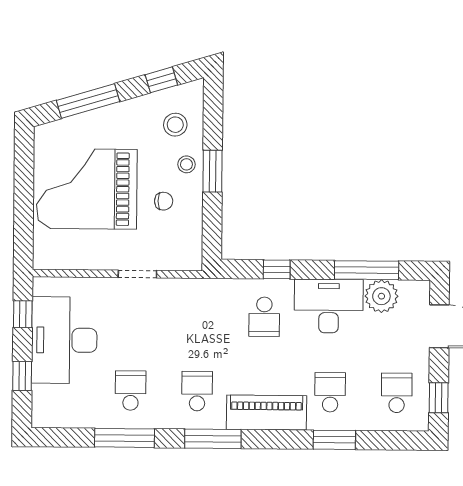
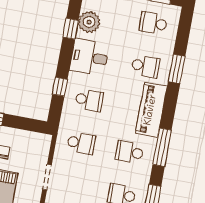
window: (367, 270) -> (71, 29), width x0.46
desk: (329, 306) -> (90, 57), width x0.73
school desk: (198, 316) -> (81, 143), added
school desk: (330, 392) -> (145, 66), turned 180

